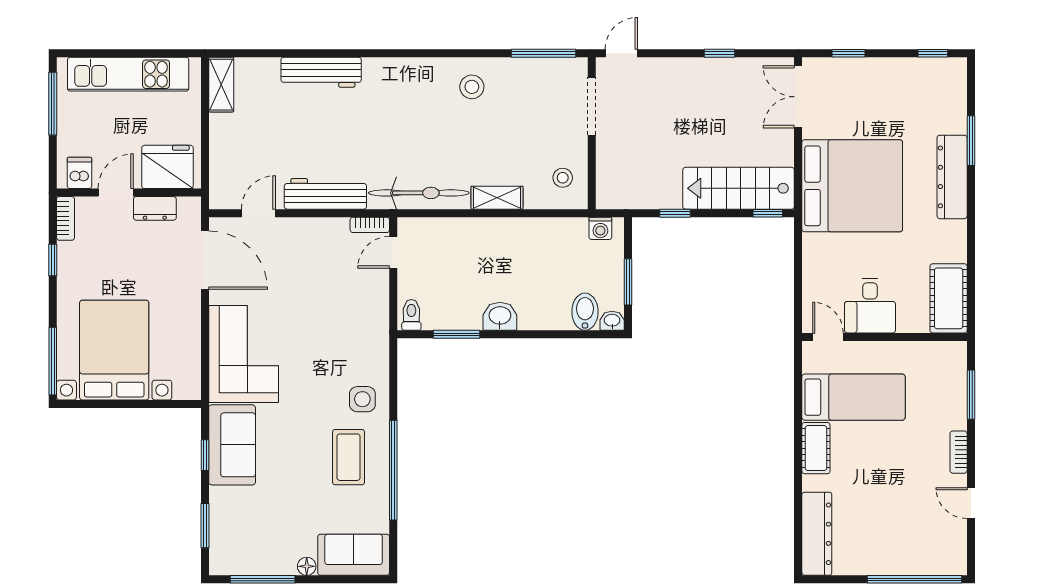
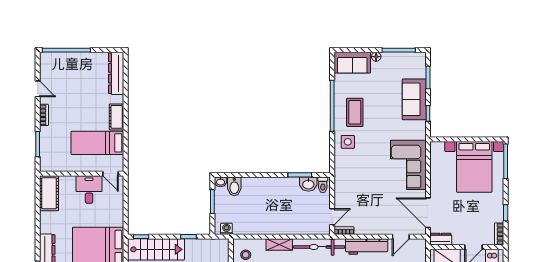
dresser: (155, 208) -> (441, 239), moved
washbasin: (500, 316) -> (308, 184), moved
sofa: (232, 445) -> (414, 99), moved

